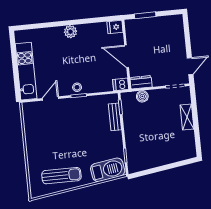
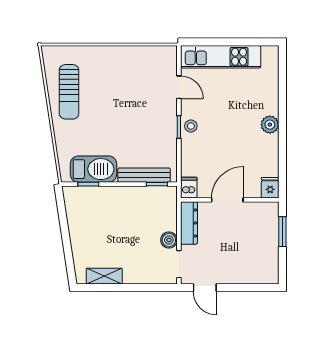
dresser: (141, 82) -> (189, 223), width x1.44
boiler: (142, 96) -> (169, 240), moved
bench: (115, 117) -> (144, 175), width x1.36
shelving: (187, 117) -> (104, 276), moved
barbecue: (108, 170) -> (94, 169), moved, turned -81

